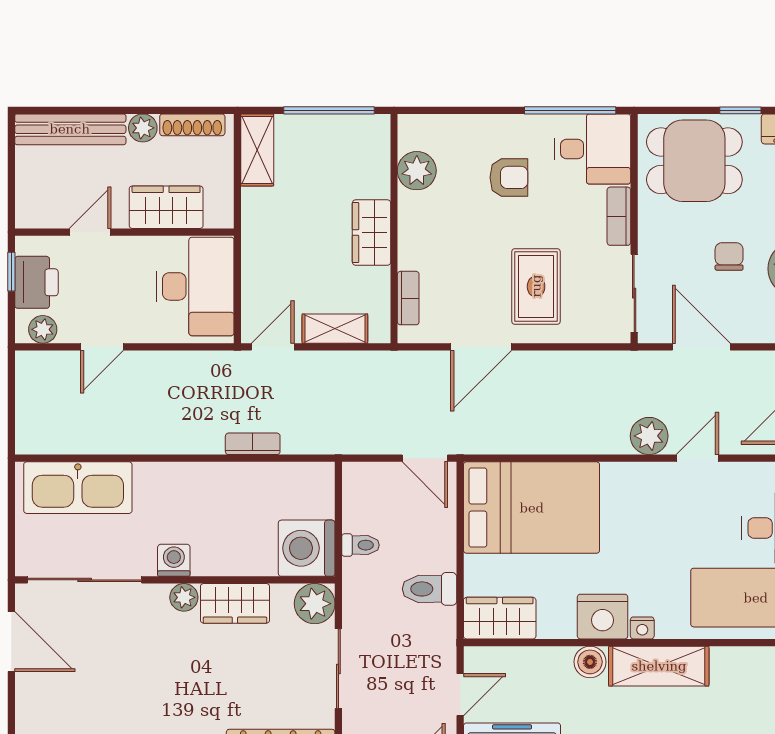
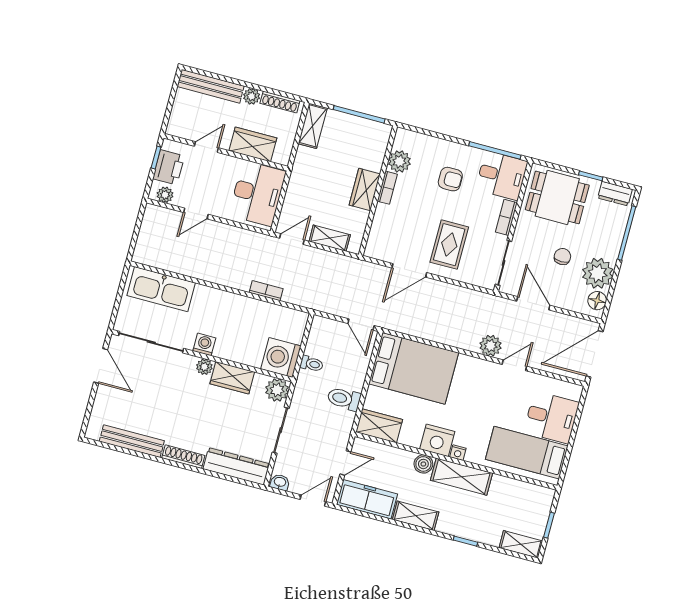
bookcase: (408, 298) -> (387, 188), moved

